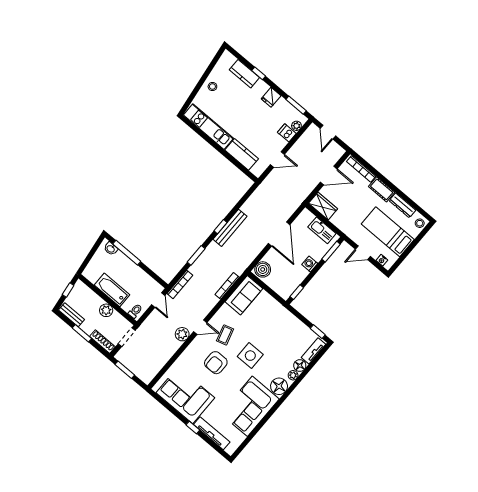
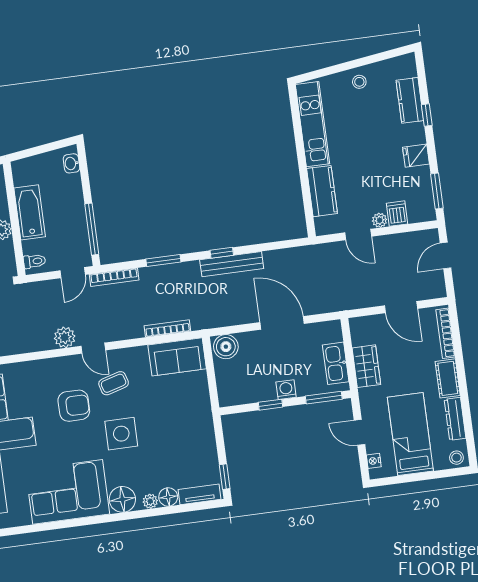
plant: (296, 126) -> (380, 220), moved
wardrobe: (323, 206) -> (366, 366), moved
door: (279, 234) -> (282, 323), swing flipped
window: (127, 253) -> (92, 229), moved
window: (297, 292) -> (271, 405), moved
armchair: (216, 363) -> (74, 406), turned 180

